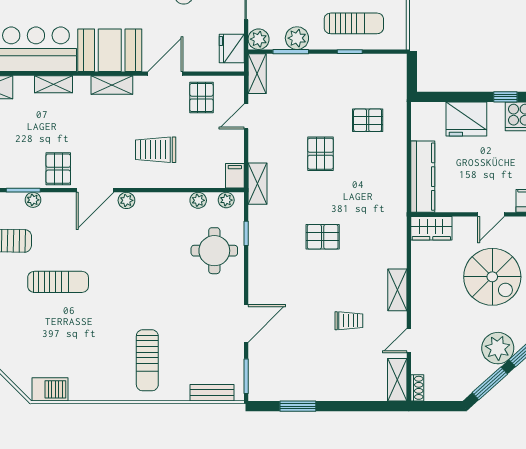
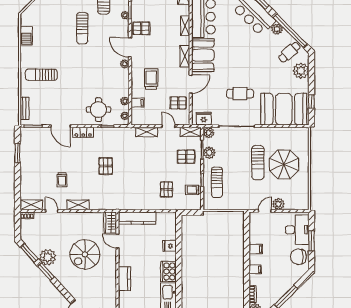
trolley: (368, 70) -> (193, 190), added
door: (165, 74) -> (191, 84), hinge flipped
window: (505, 97) -> (179, 261), removed
fridge: (466, 119) -> (169, 246), width x0.53, depth x0.75
pallet: (321, 154) -> (186, 157), moved
filing cabinet: (235, 176) -> (138, 103), moved
shelving: (257, 184) -> (147, 132), moved
door: (491, 214) -> (117, 241), moved
locker: (258, 280) -> (83, 132), added
barbecue: (50, 389) -> (26, 36), moved

